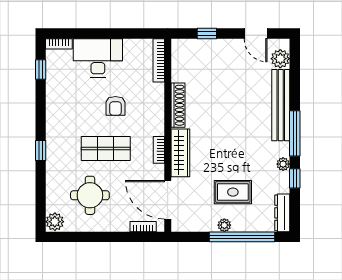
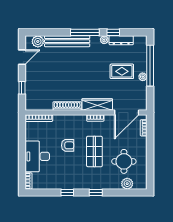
window: (41, 70) -> (67, 193), moved
rug: (233, 192) -> (122, 71), turned 90
dresser: (282, 213) -> (121, 40), moved
plant: (55, 222) -> (127, 184), moved

